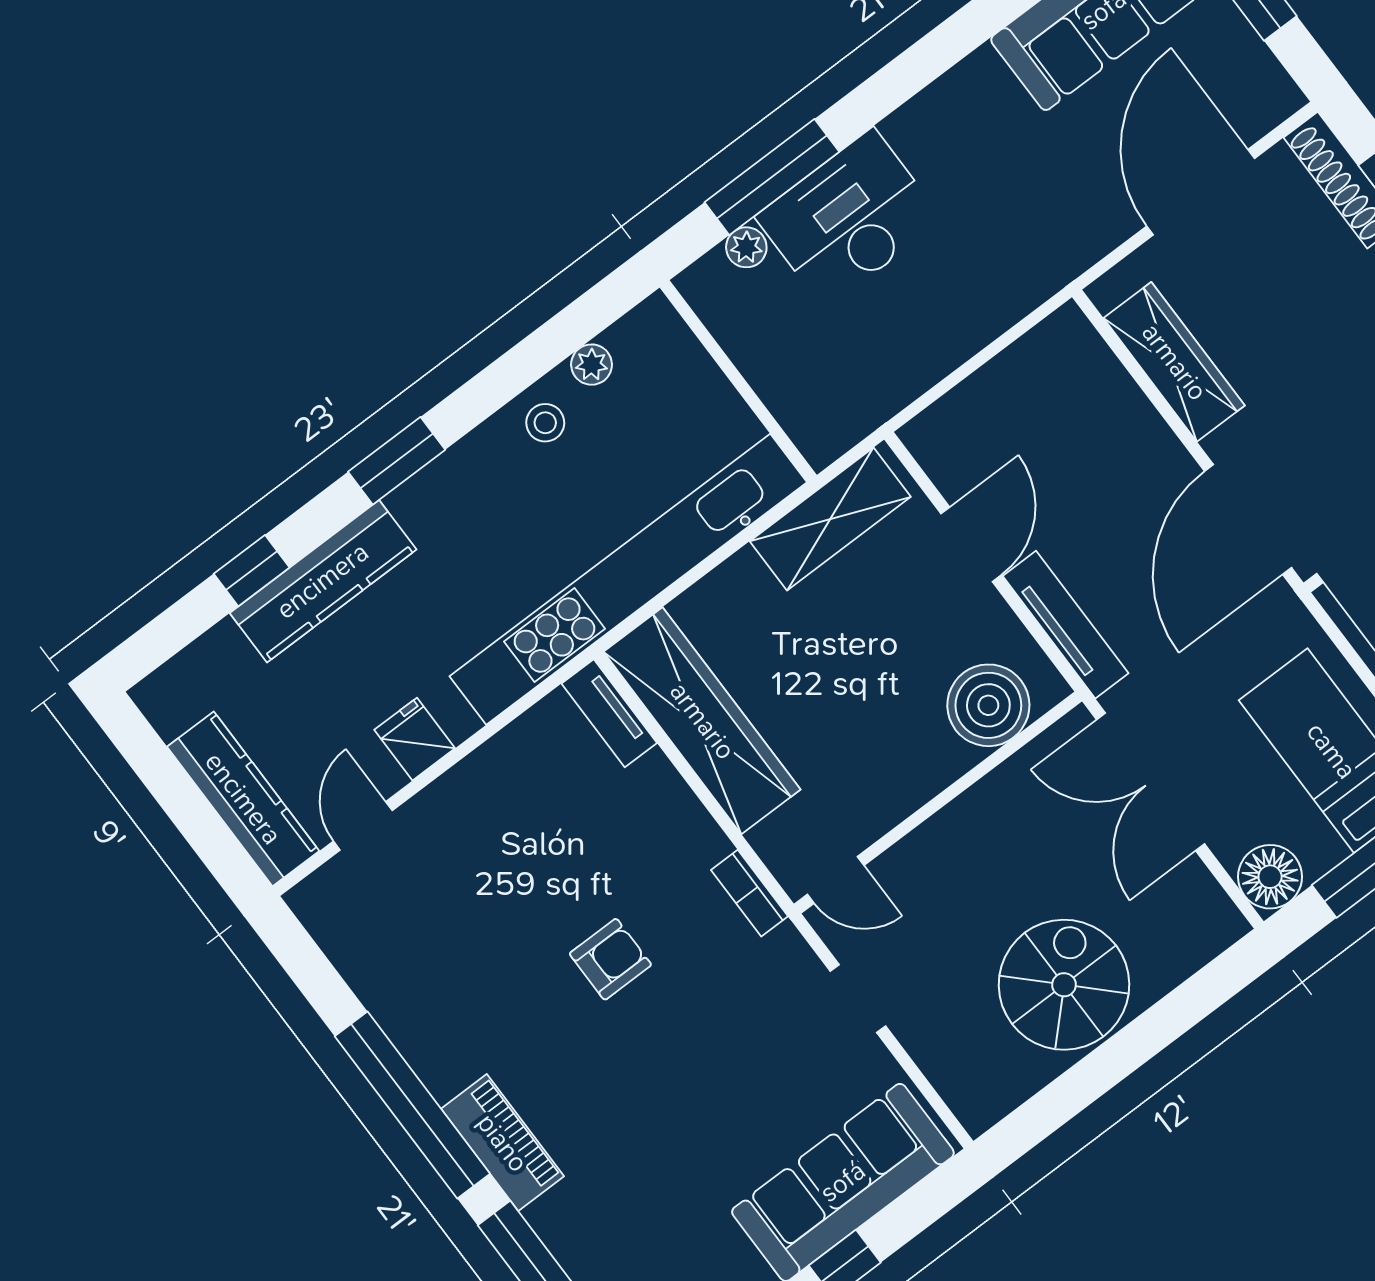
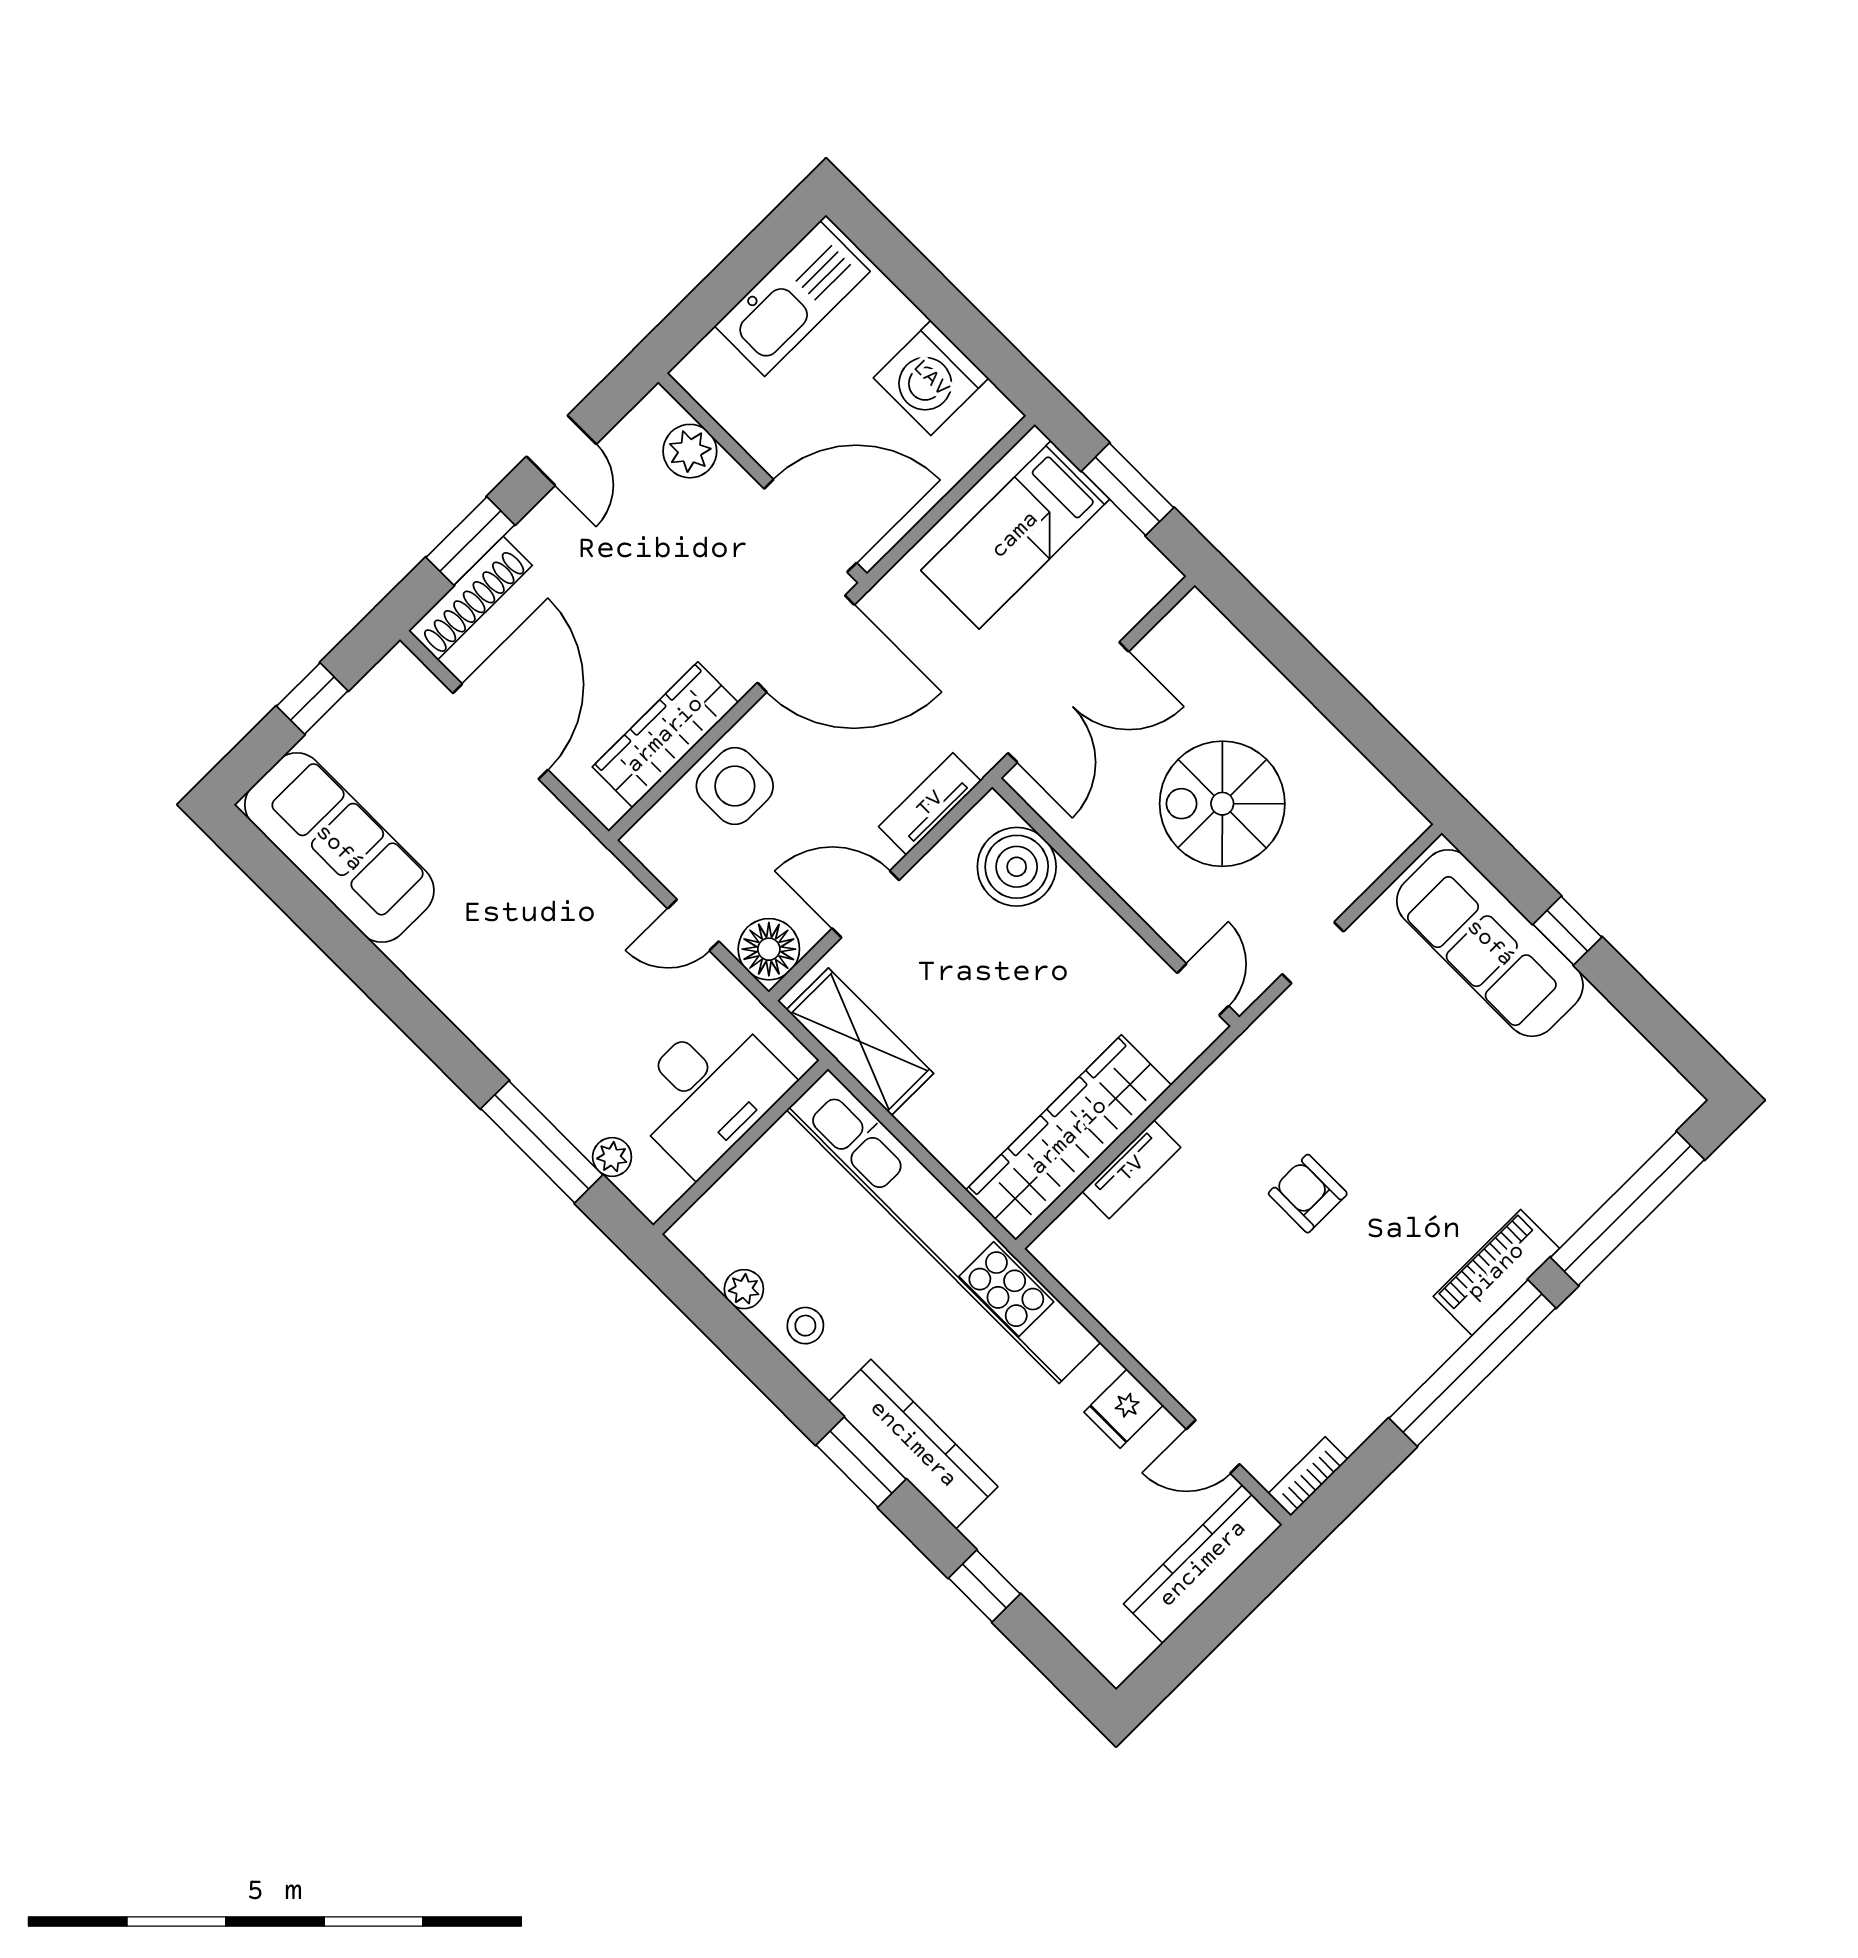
door: (1201, 192) -> (500, 732), swing flipped
desk: (849, 218) -> (708, 1091), moved, turned -90
door: (974, 364) -> (693, 925), added
side table: (1111, 426) -> (735, 786), added
kitchen counter: (323, 581) -> (913, 1444), moved
tv unit: (1066, 625) -> (930, 804), width x0.71
tv unit: (609, 713) -> (1131, 1169), moved
floor lamp: (1270, 877) -> (769, 949), moved
bookcase: (750, 893) -> (1308, 1476), moved, turned 180
spiral stairs: (1064, 985) -> (1222, 804), moved

